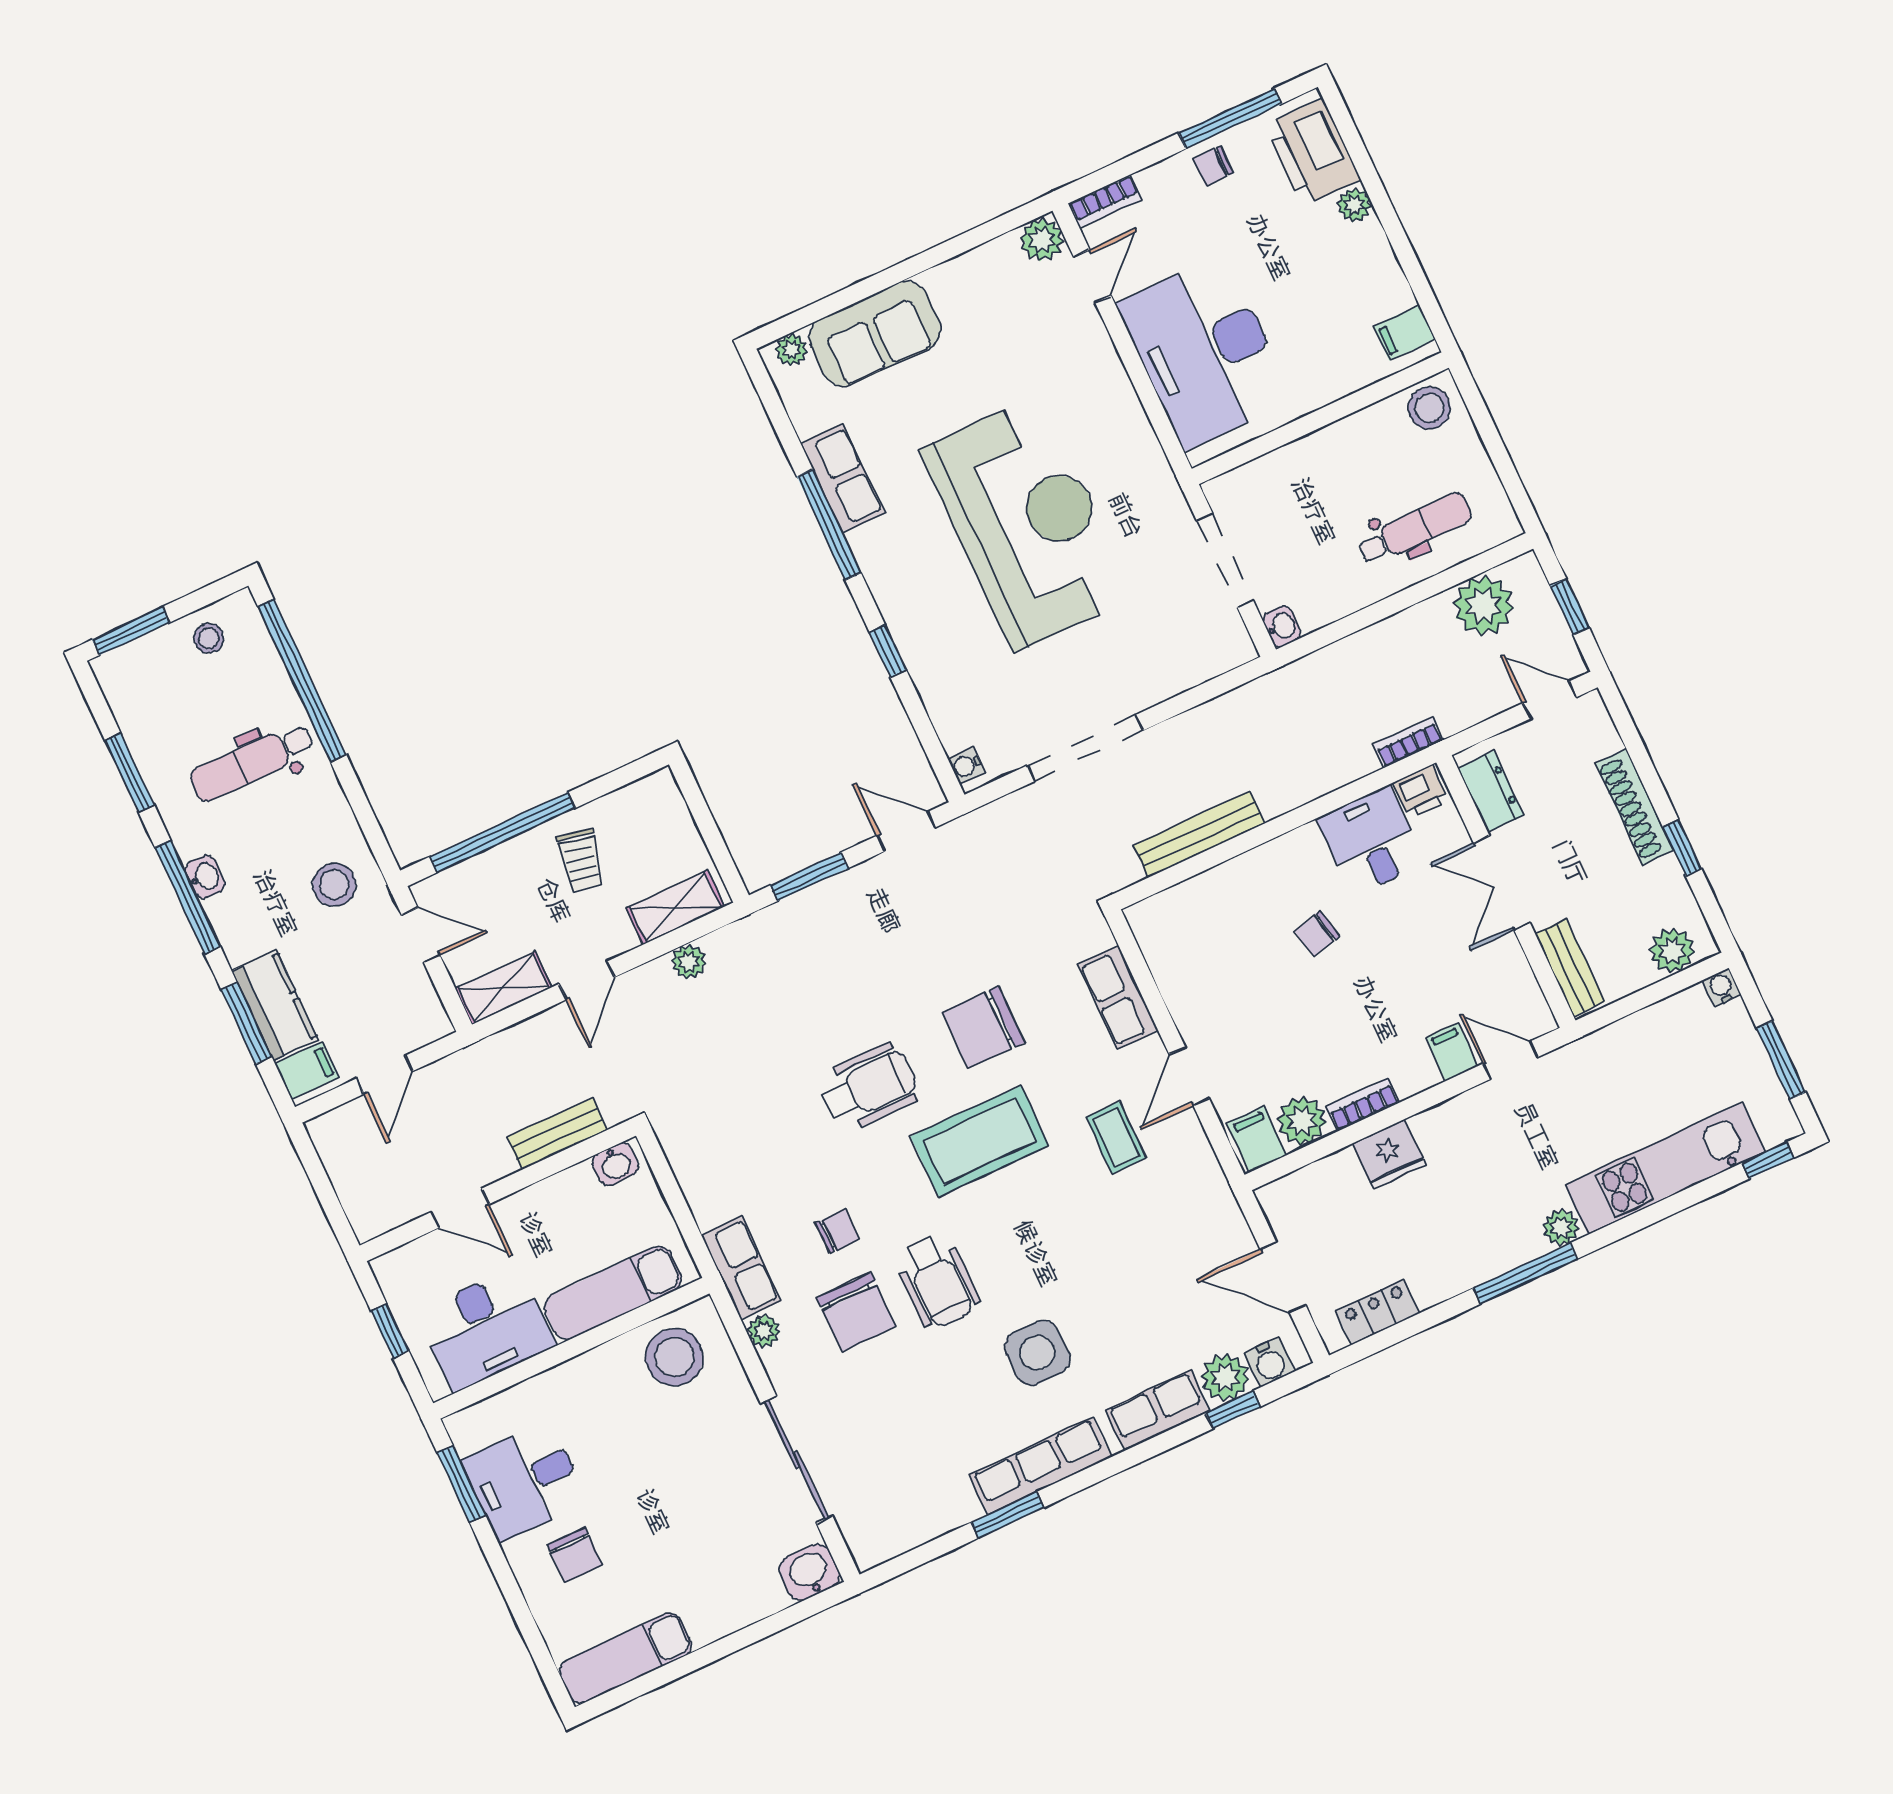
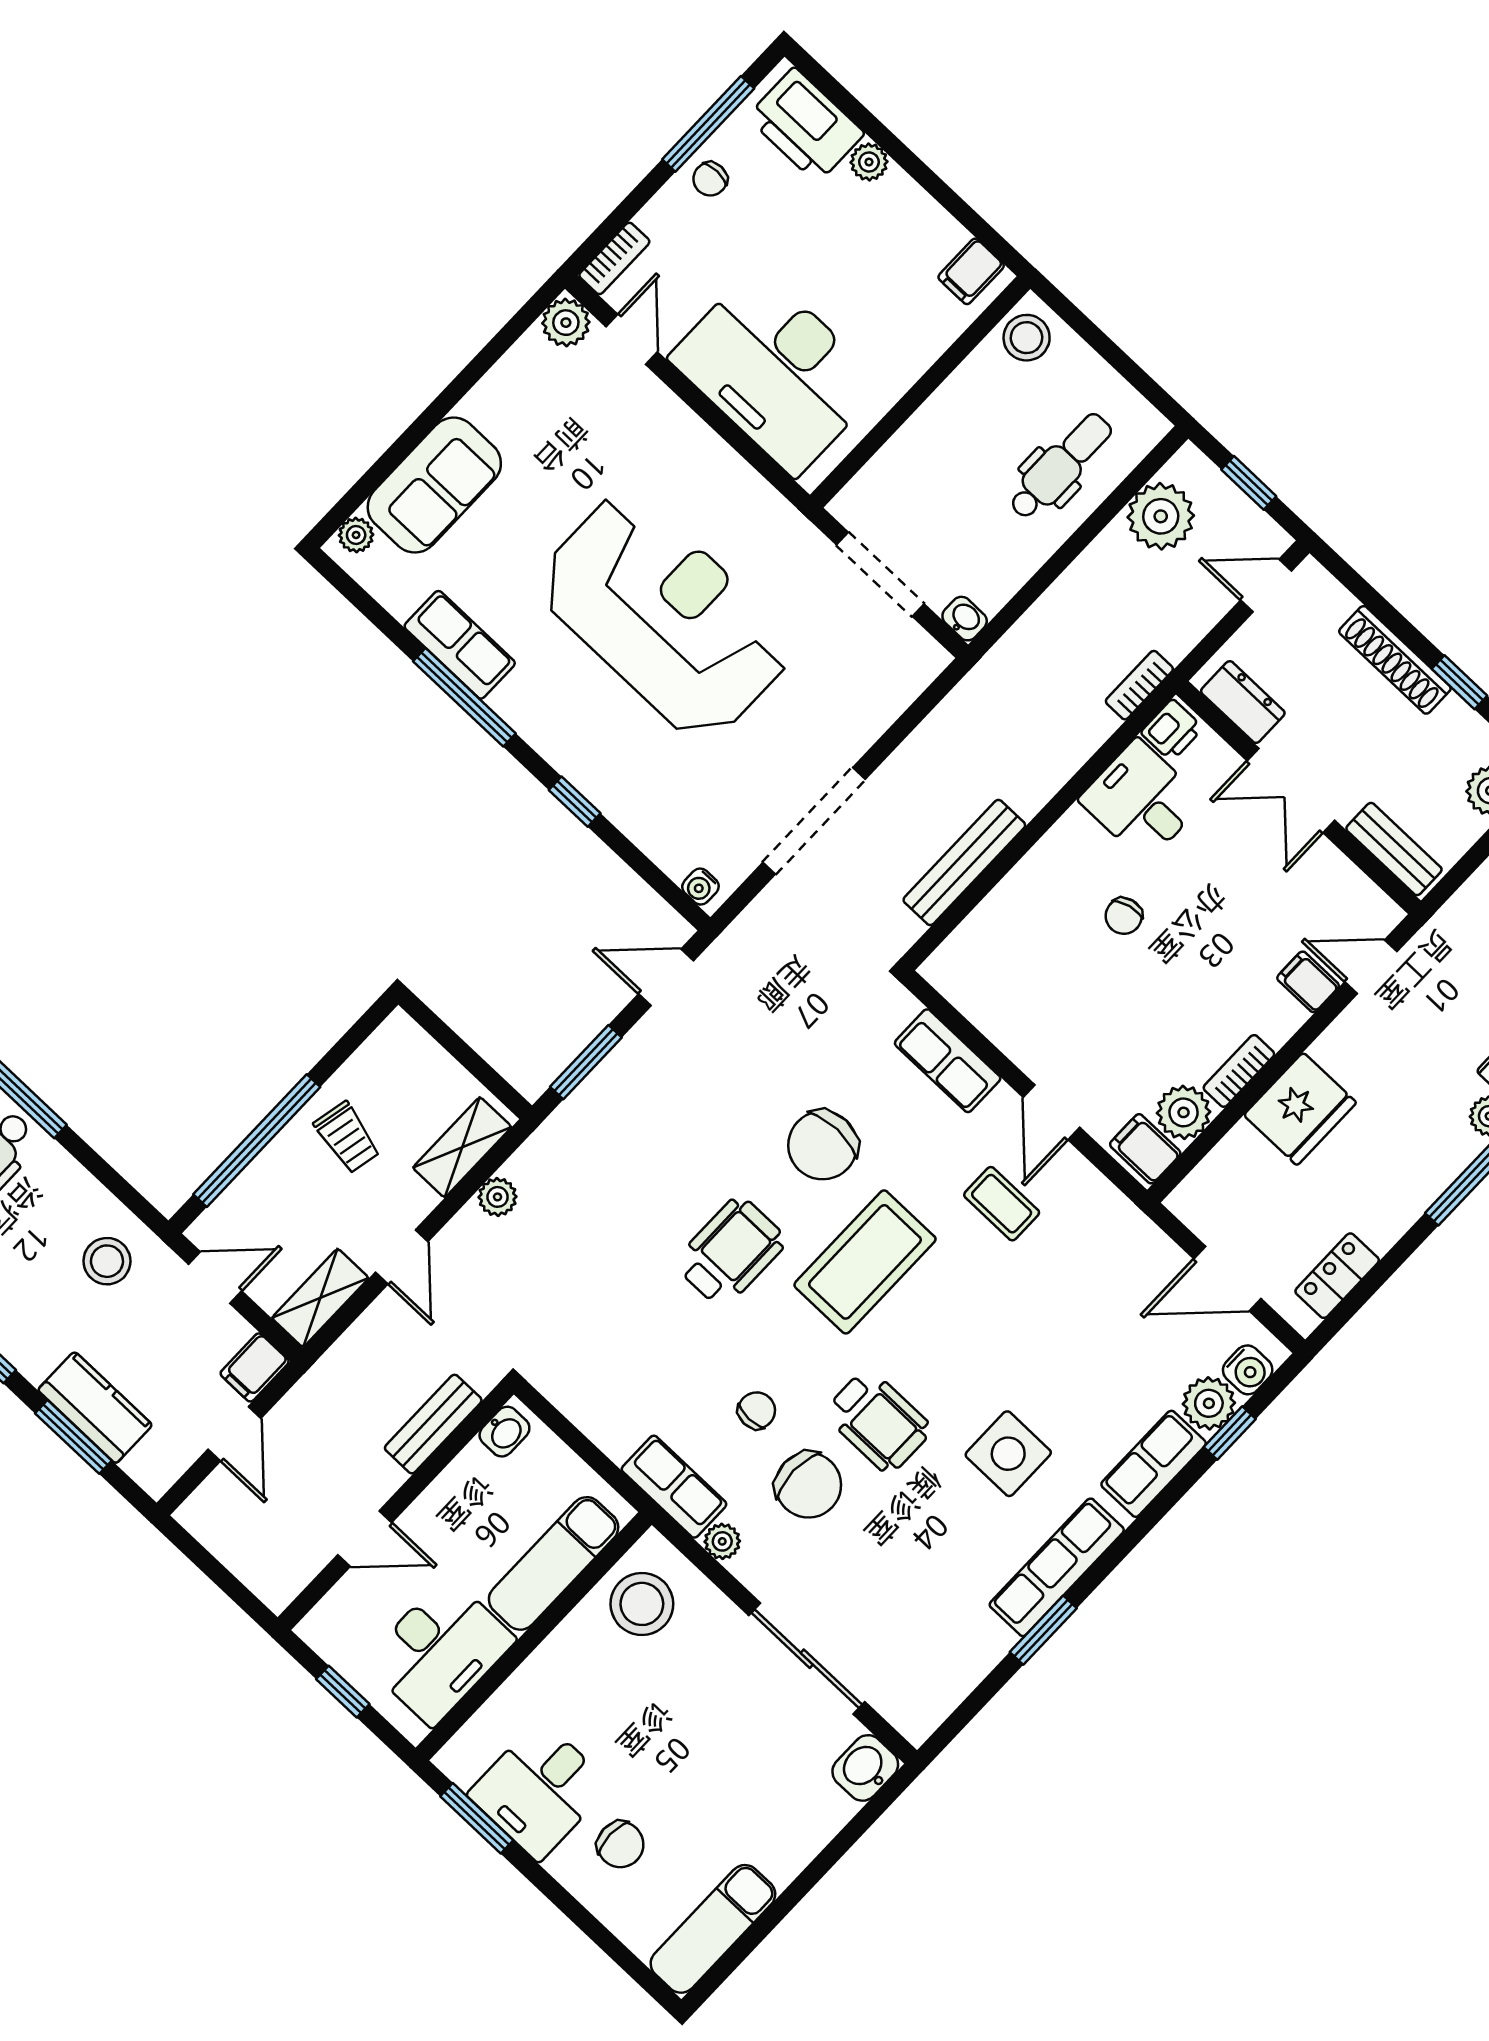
filing cabinet: (307, 1071) -> (255, 1367), moved, turned 180
fridge: (1389, 1154) -> (1300, 1109), width x1.36, depth x1.34

